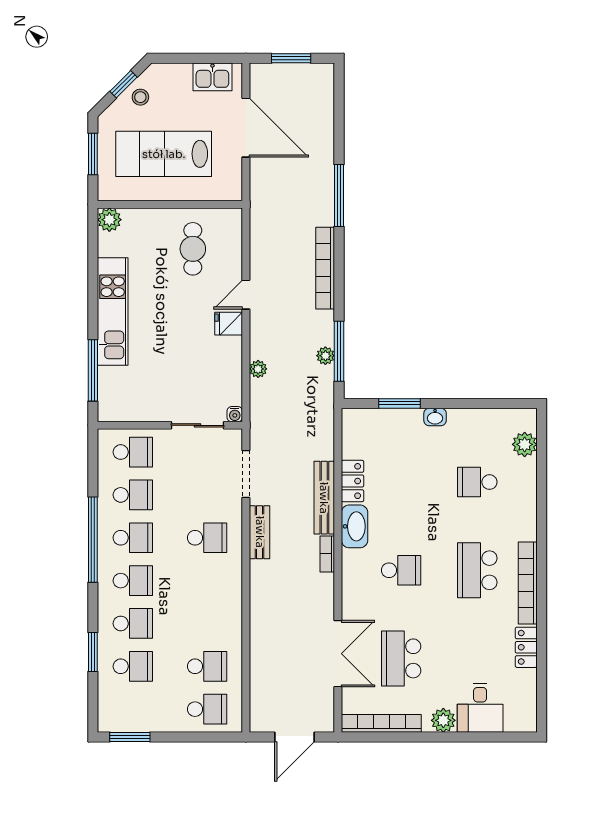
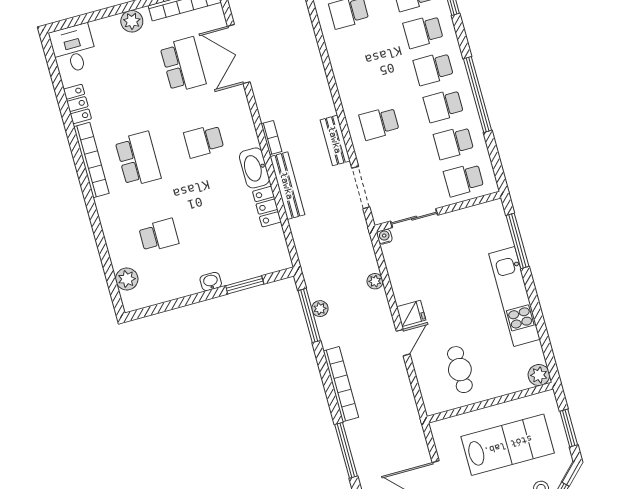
desk: (480, 708) -> (73, 49), moved

